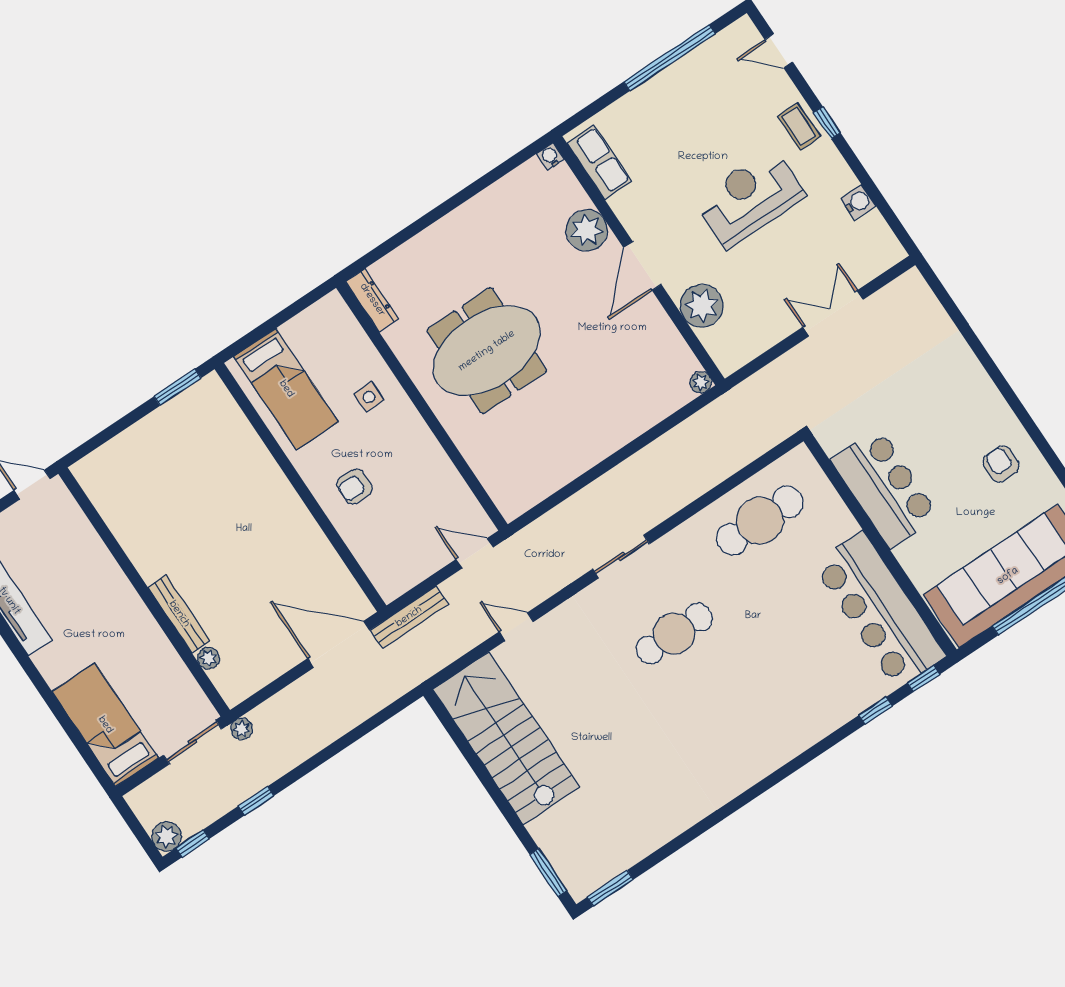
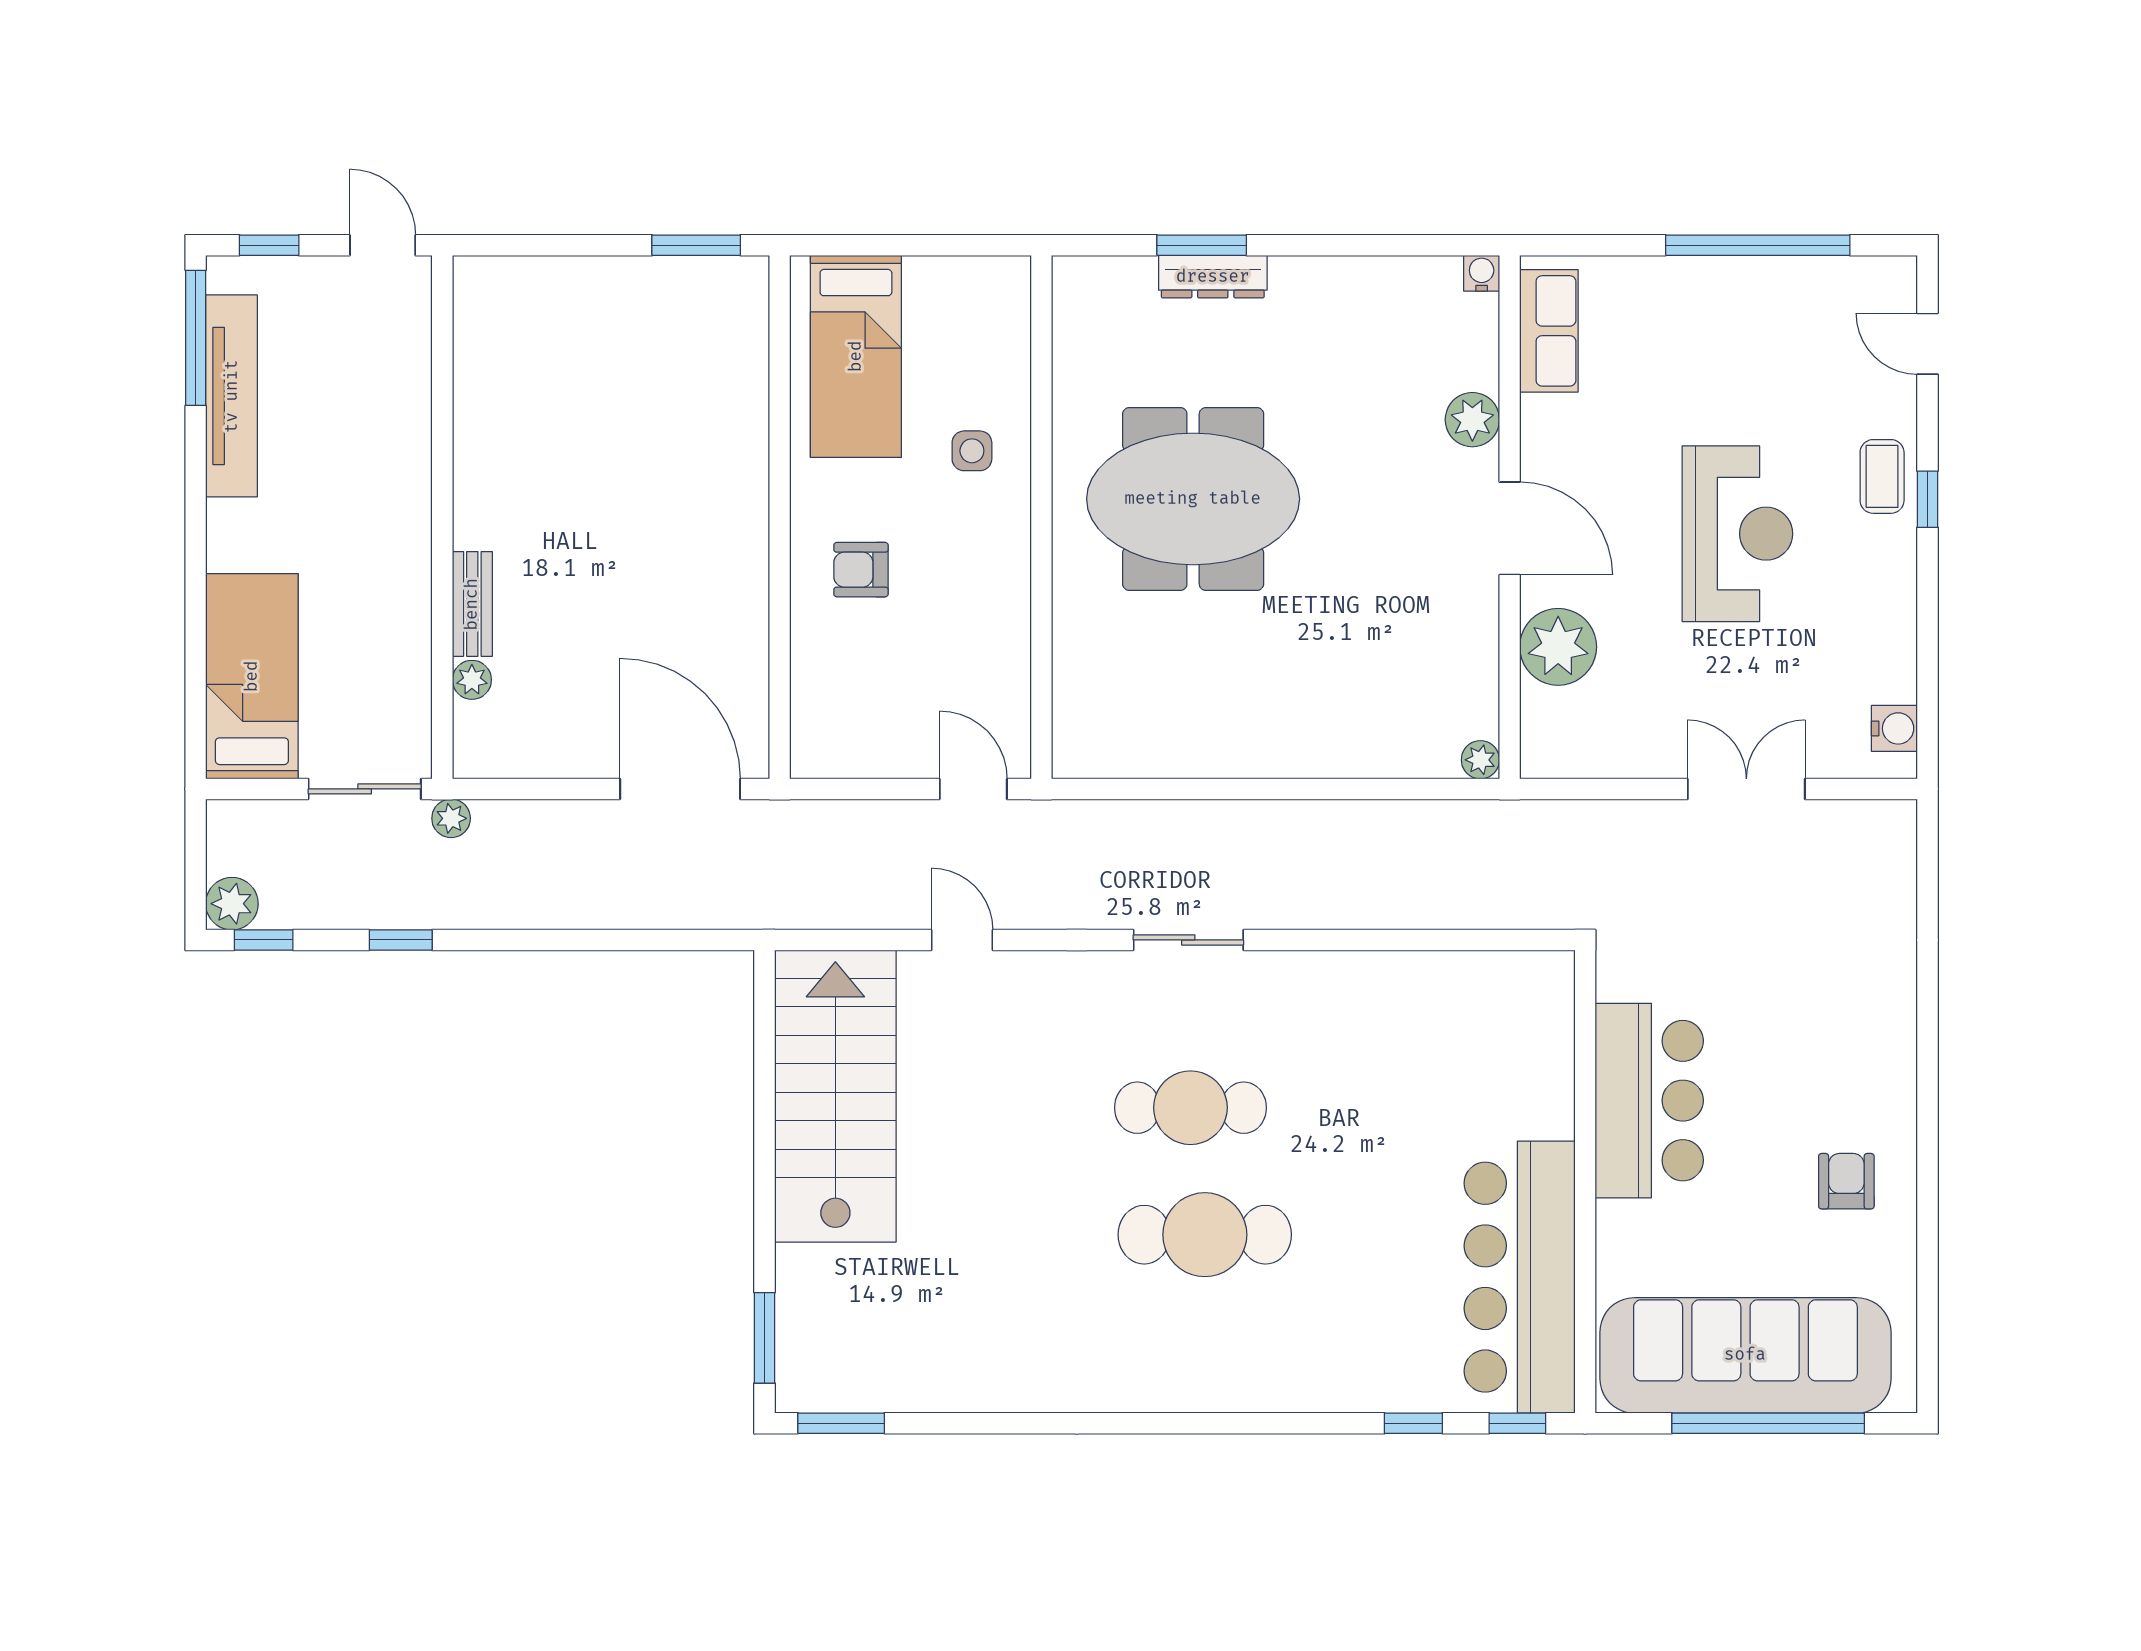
reception desk: (750, 198) -> (1737, 534), turned 90
water cooler: (858, 202) -> (1894, 728), moved
window: (412, 230) -> (1202, 245), added
plant: (587, 230) -> (1472, 420), width x0.73, depth x0.73
door: (642, 266) -> (1510, 528), swing flipped
dresser: (372, 300) -> (1213, 277), moved, turned 90
cafe table: (760, 521) -> (1205, 1235), moved
bench: (179, 614) -> (472, 604), width x0.73
bench: (409, 617) -> (812, 819), removed

